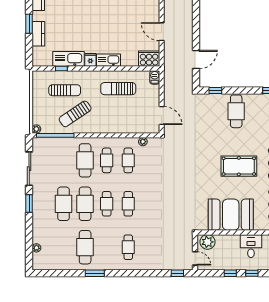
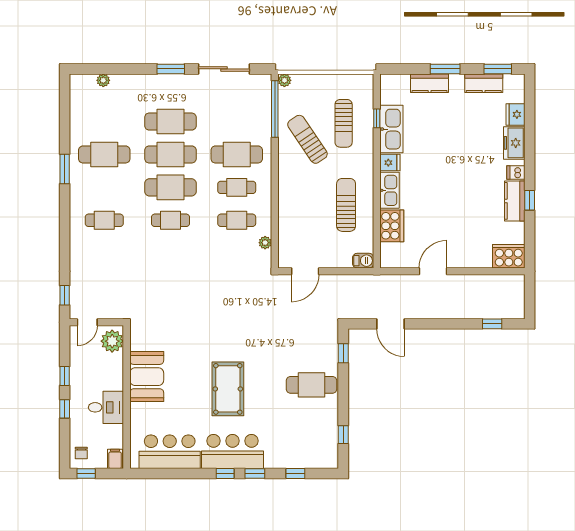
cooker: (149, 59) -> (392, 226), moved
cafe table: (107, 204) -> (170, 187), width x1.37, depth x1.35
booth: (231, 215) -> (147, 377), width x0.73, depth x0.70

